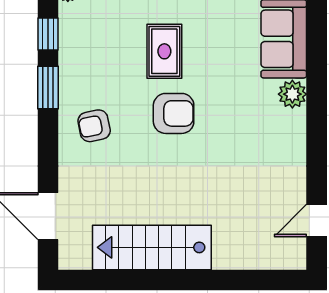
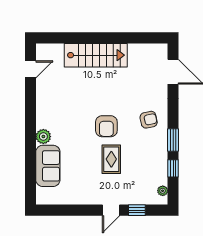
armchair: (174, 113) -> (106, 126), turned -90
stairs: (152, 247) -> (96, 55), moved

